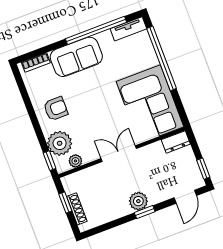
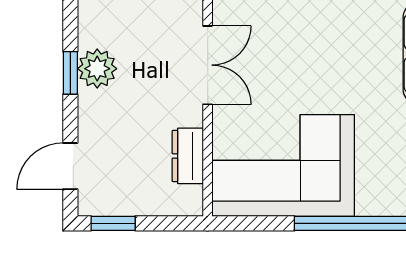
dresser: (176, 142) -> (188, 156), moved
door: (185, 197) -> (70, 166), hinge flipped

